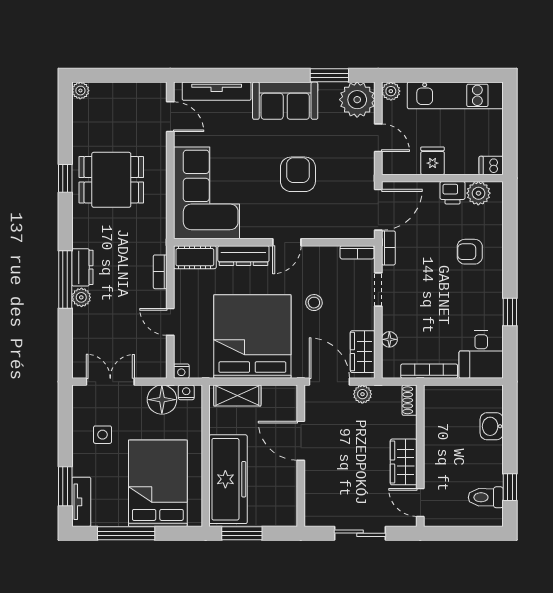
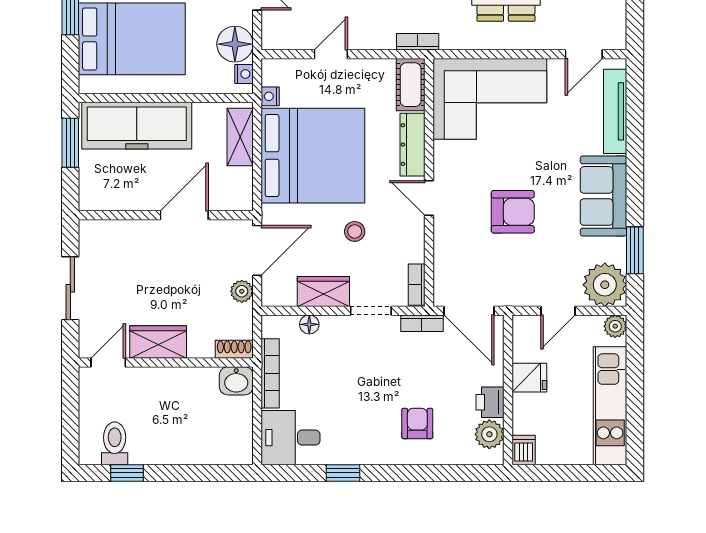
bookcase: (160, 272) -> (418, 42), moved
wardrobe: (363, 352) -> (323, 292), moved
nightstand: (181, 371) -> (270, 96), moved
washbasin: (492, 426) -> (236, 381), moved, turned 180

